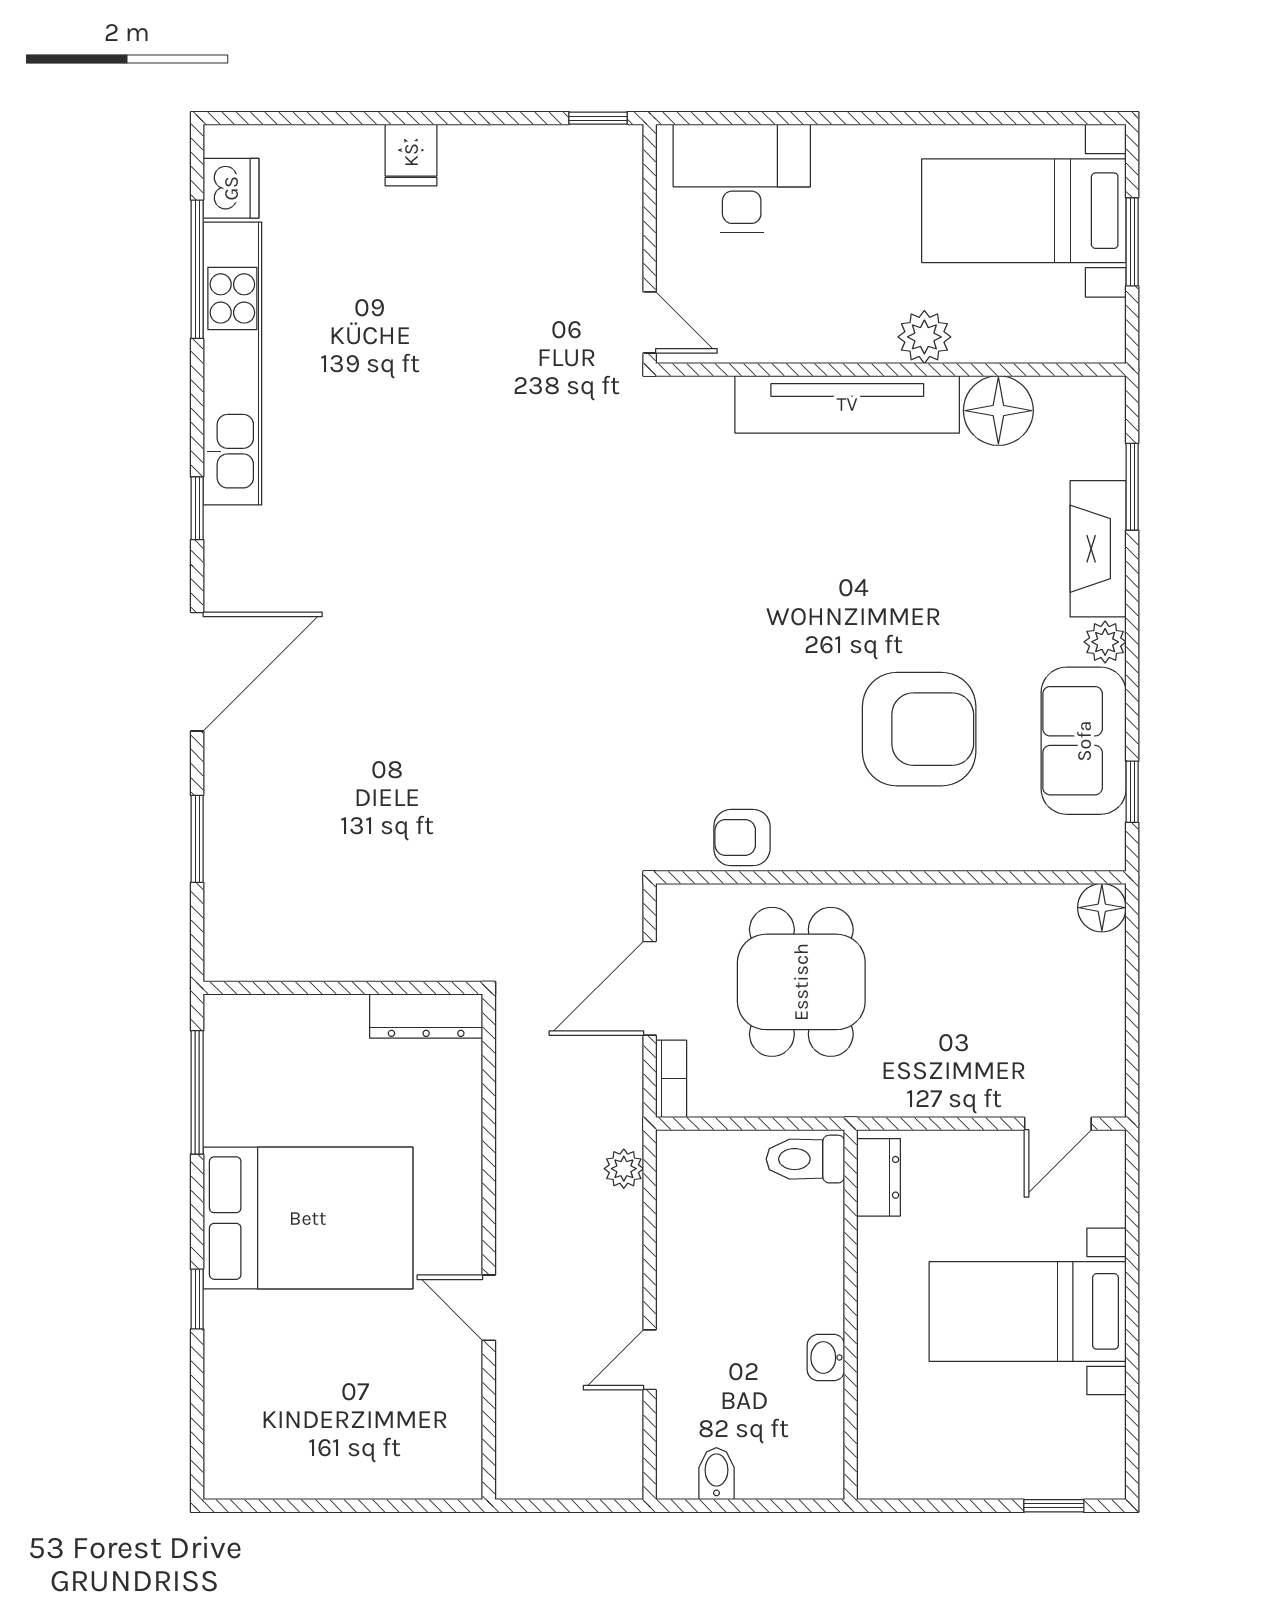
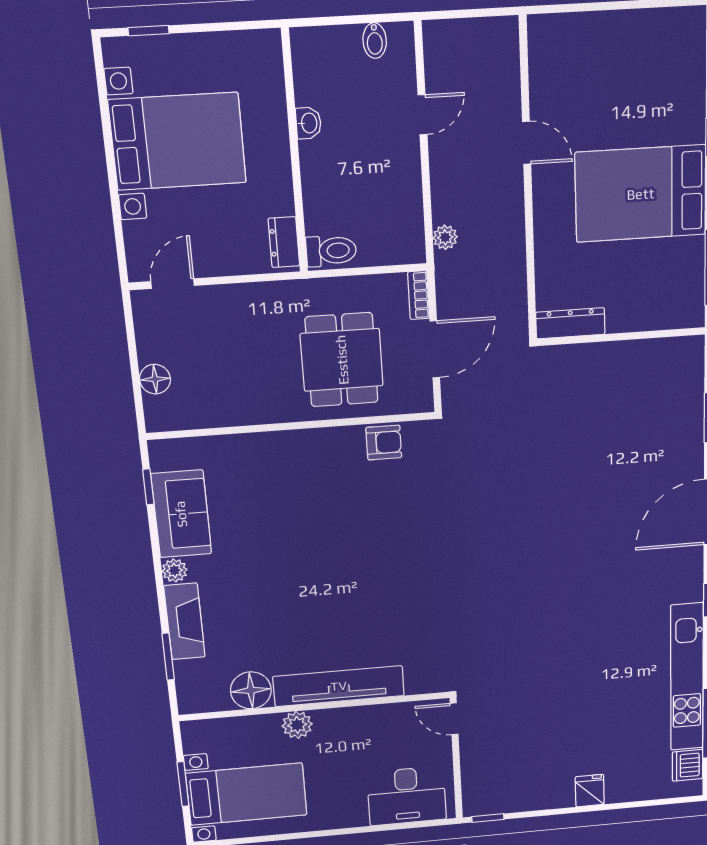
armchair: (919, 729) -> (282, 513), removed
floor lamp: (1102, 908) -> (155, 379), moved
bed with nightstands: (1028, 1311) -> (178, 141), width x1.36

